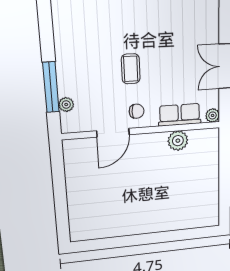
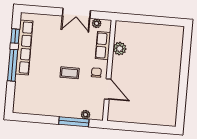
plant: (213, 115) -> (97, 23), moved

